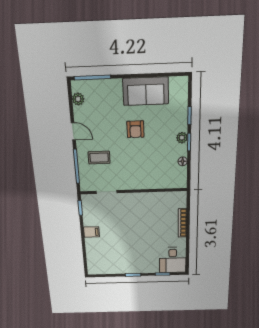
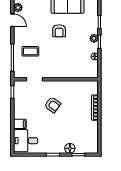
door: (73, 131) -> (12, 20), moved
armchair: (130, 221) -> (53, 105), added
filing cabinet: (91, 232) -> (20, 124), moved
desk: (173, 260) -> (26, 141), moved, turned 90
floor lamp: (153, 268) -> (70, 148), added

